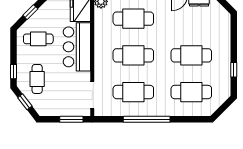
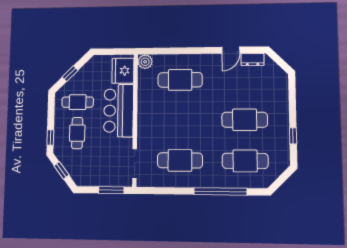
cafe table: (133, 55) -> (180, 120), removed
cafe table: (37, 79) -> (77, 133), moved
window: (147, 119) -> (220, 191), moved

